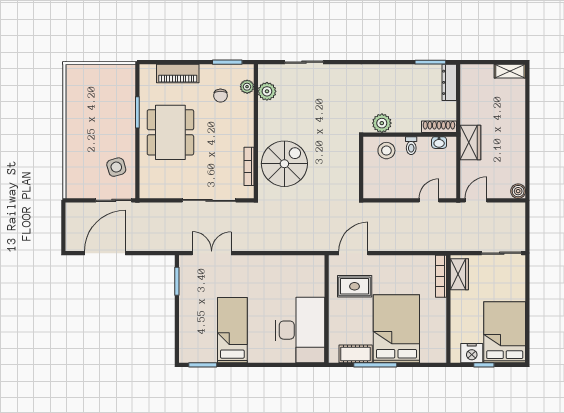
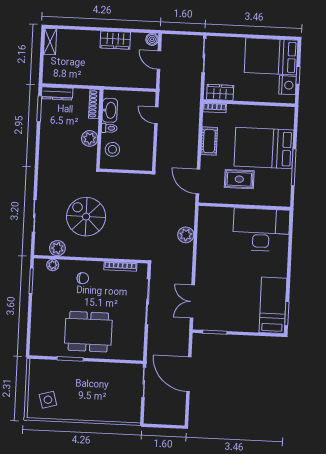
piano: (178, 74) -> (39, 323), removed
chair: (220, 96) -> (83, 278), moved
plant: (382, 123) -> (90, 138), moved
washbasin: (439, 143) -> (110, 110), width x1.91, depth x1.45
wardrobe: (470, 143) -> (115, 40), moved, turned 180
spiral stairs: (284, 164) -> (86, 217), moved
side table: (116, 167) -> (48, 400), moved
door: (476, 200) -> (159, 60), moved
plant: (290, 242) -> (186, 235), added
door: (105, 253) -> (189, 374), moved
bookcase: (441, 276) -> (215, 108), width x0.64
rug: (355, 286) -> (239, 179), moved, turned 90
bed: (232, 330) -> (273, 305), moved, turned 90
cot: (356, 354) -> (209, 141), moved

